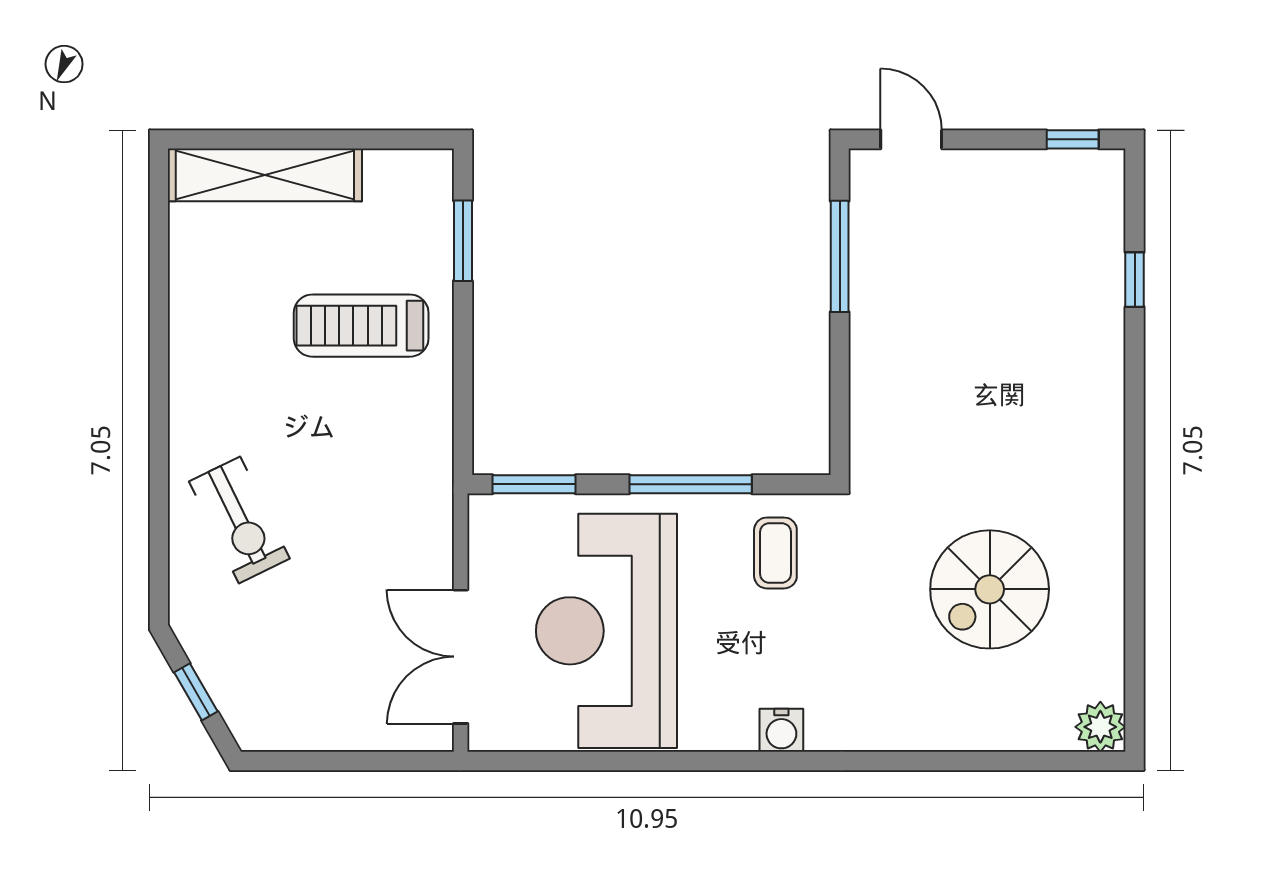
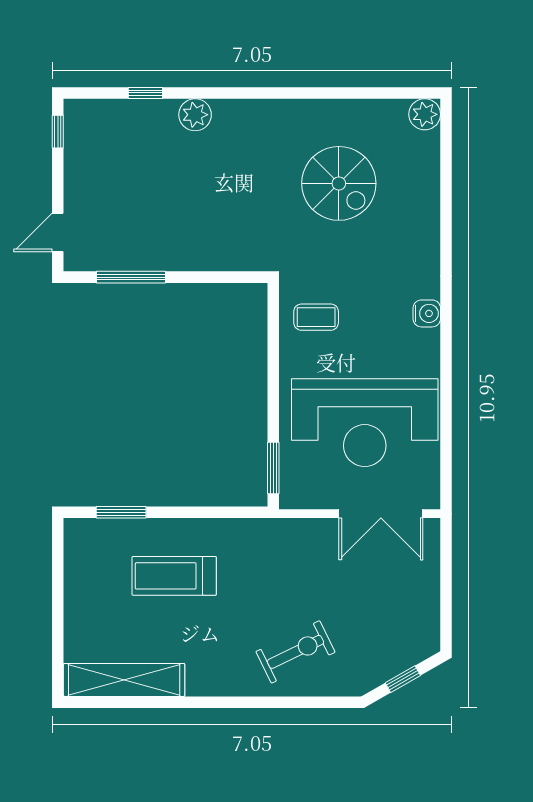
shelving: (265, 175) -> (124, 680), moved, turned 90
treadmill: (361, 326) -> (174, 576), turned 90
plant: (1100, 359) -> (195, 115), added
window: (691, 484) -> (273, 370), removed

